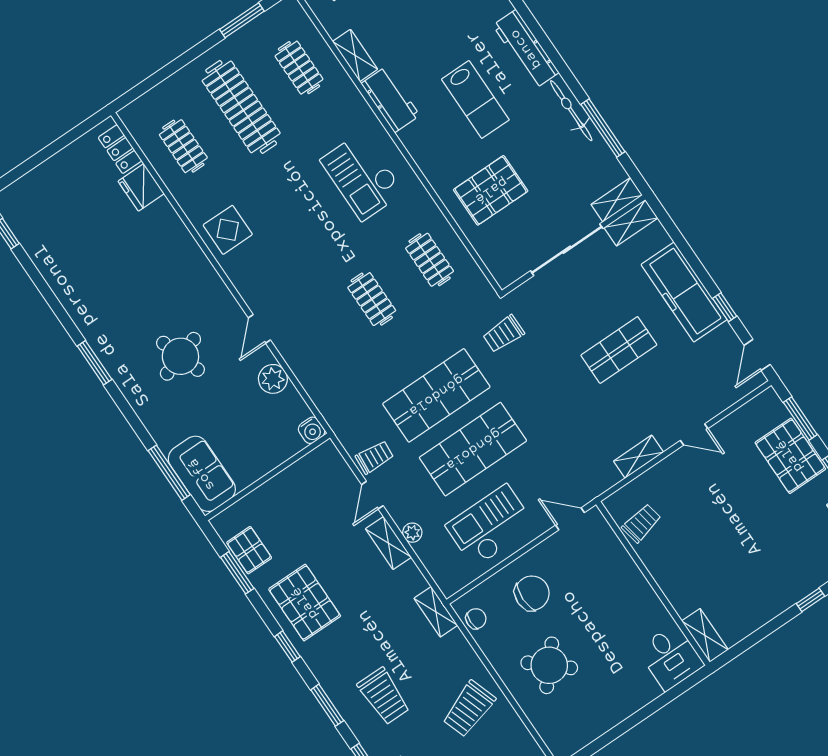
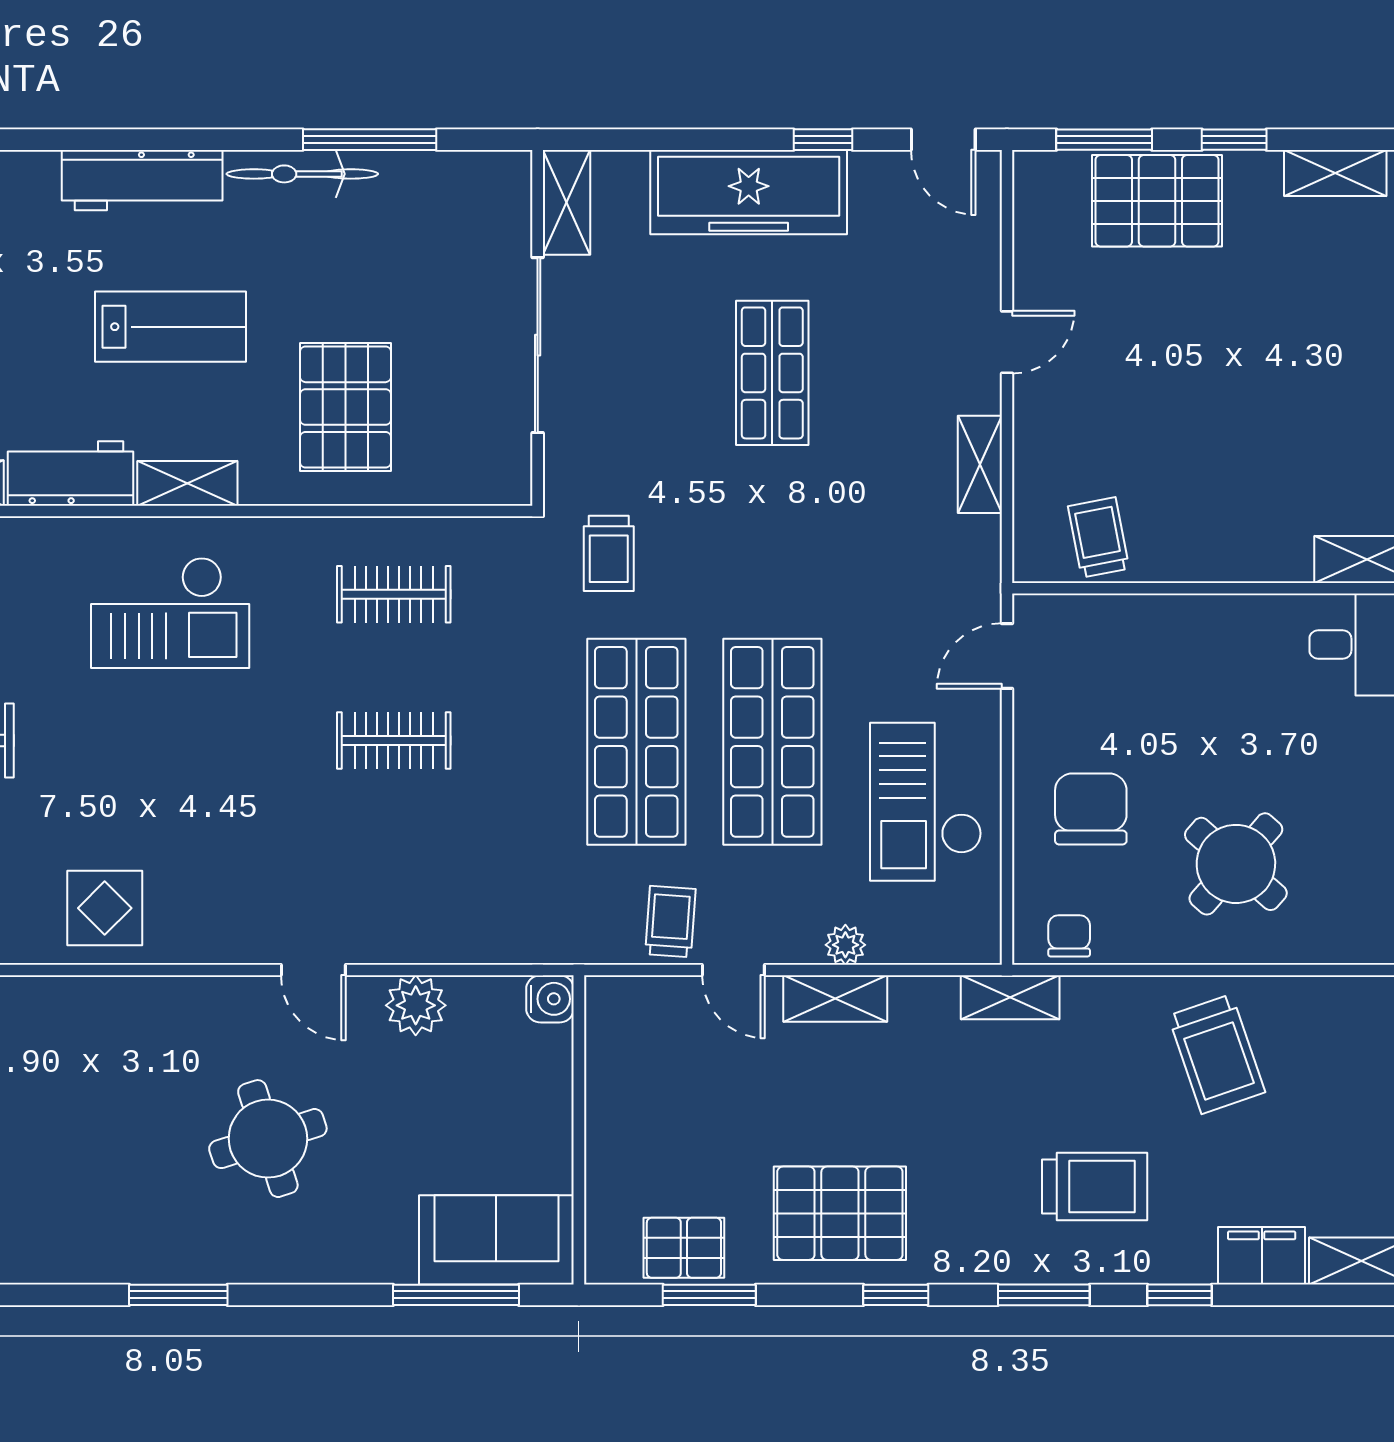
shelving: (617, 200) -> (187, 483), moved, turned 90

